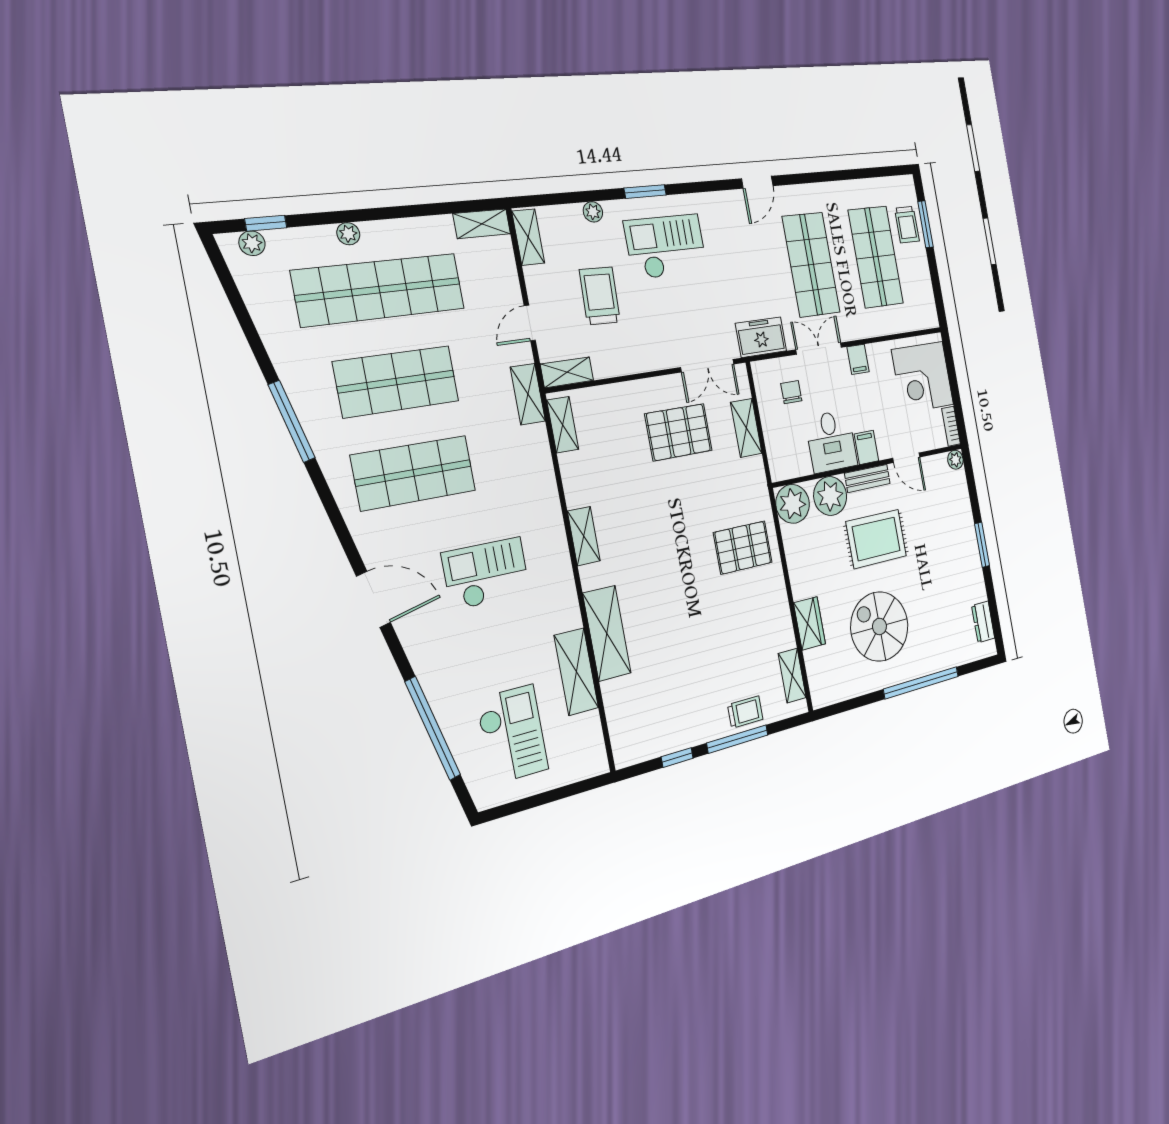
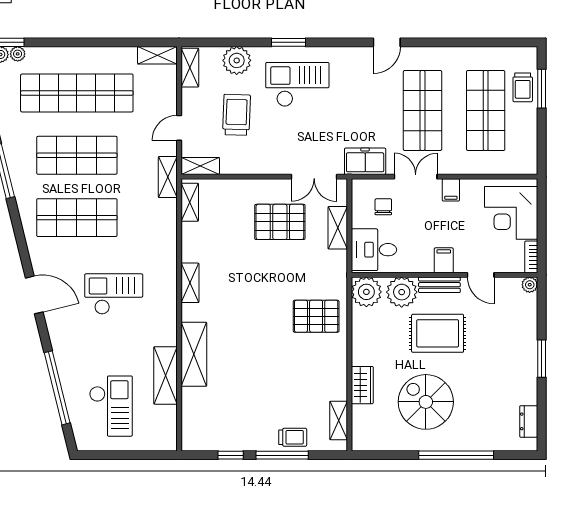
plant: (593, 212) -> (237, 60), width x1.88, depth x1.88
plant: (348, 234) -> (18, 54), moved
desk: (831, 441) -> (374, 250), moved, turned 90

